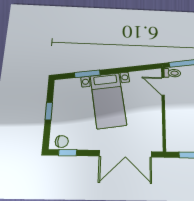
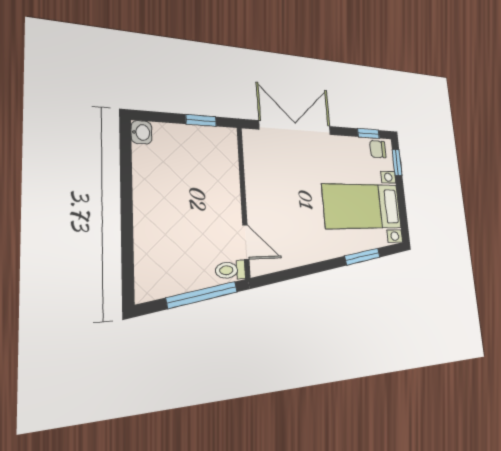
bed with nightstands: (108, 100) -> (362, 206), moved, turned -81
window: (49, 111) -> (397, 163), moved

